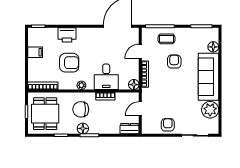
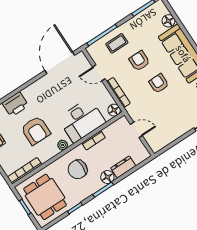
door: (140, 51) -> (99, 73), hinge flipped
armchair: (69, 63) -> (36, 131), turned 90
desk: (106, 77) -> (82, 120), width x1.37
door: (140, 109) -> (136, 130), swing flipped
armchair: (168, 125) -> (159, 83), moved
floor lamp: (83, 128) -> (107, 177), moved
dresser: (130, 129) -> (123, 167), moved

